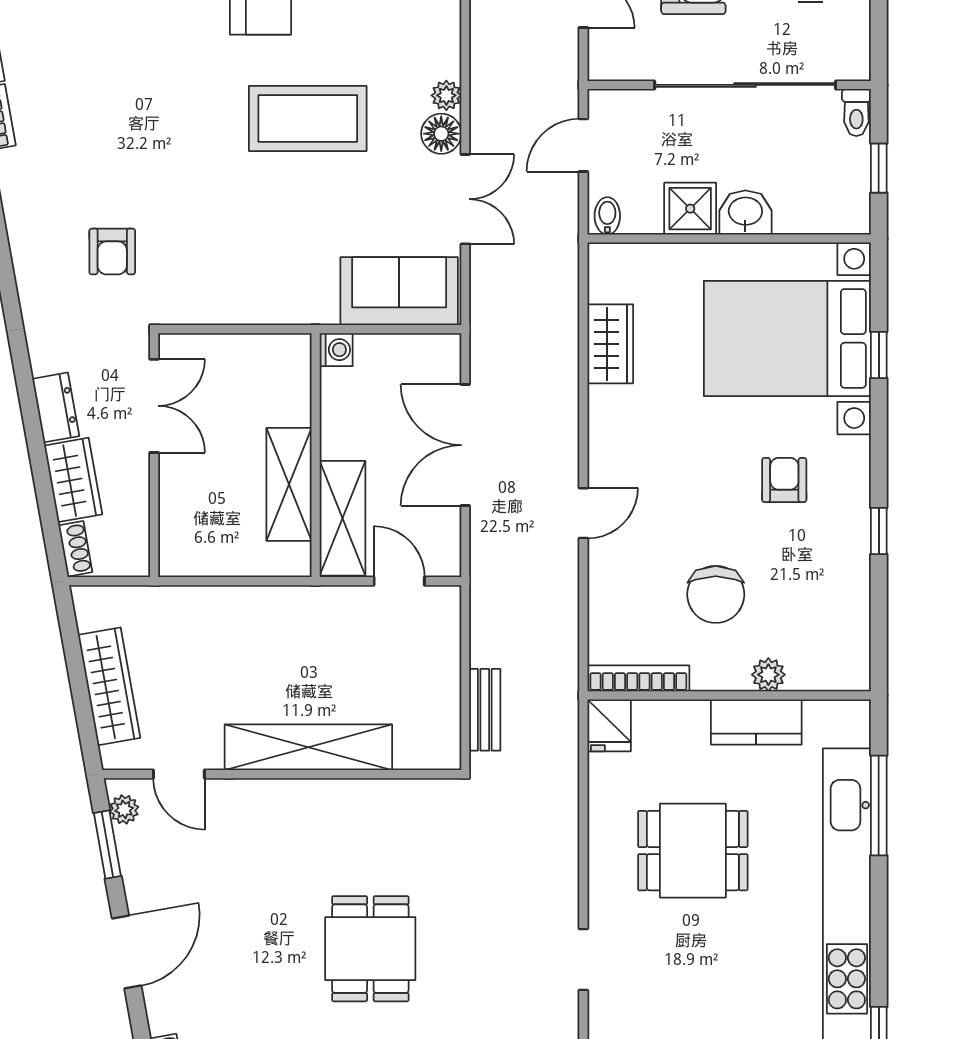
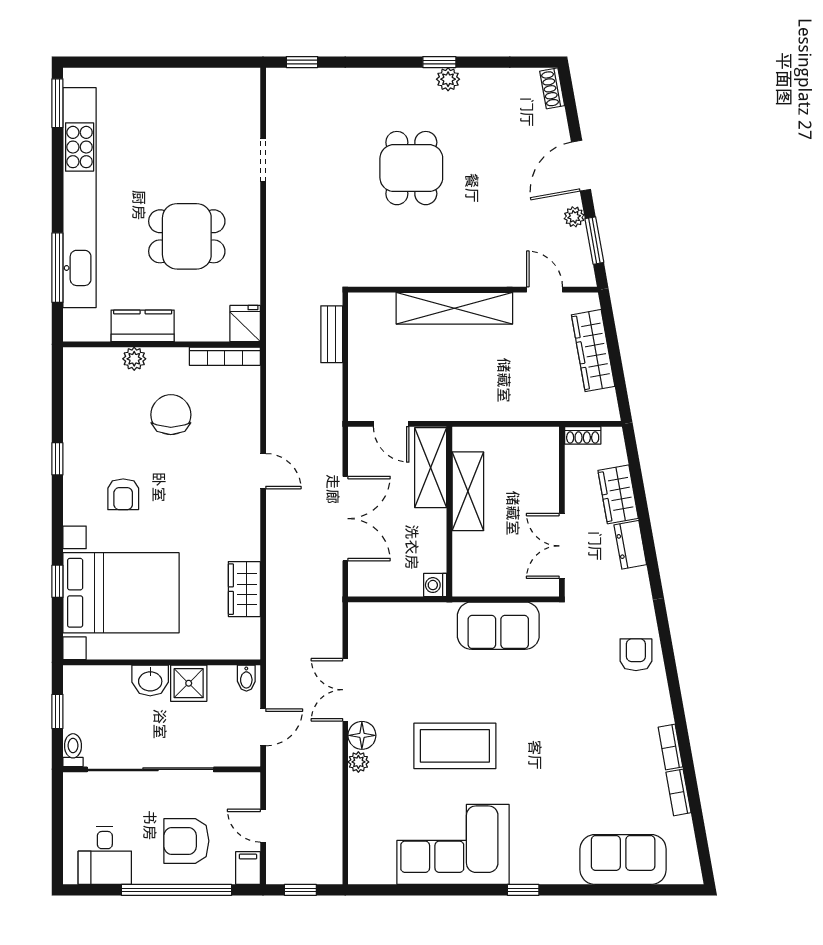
armchair: (112, 251) -> (636, 655), moved
sofa: (399, 291) -> (498, 626), moved
door: (583, 513) -> (263, 471), swing flipped
shoe rack: (75, 549) -> (583, 435), moved, turned -80
plant: (124, 809) -> (574, 217), moved

